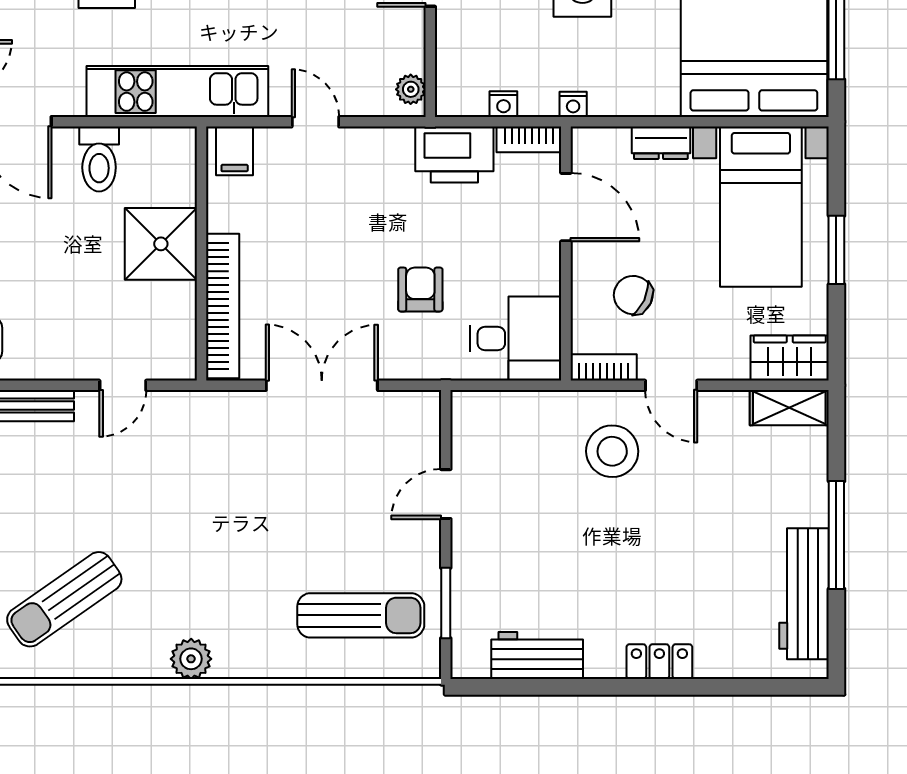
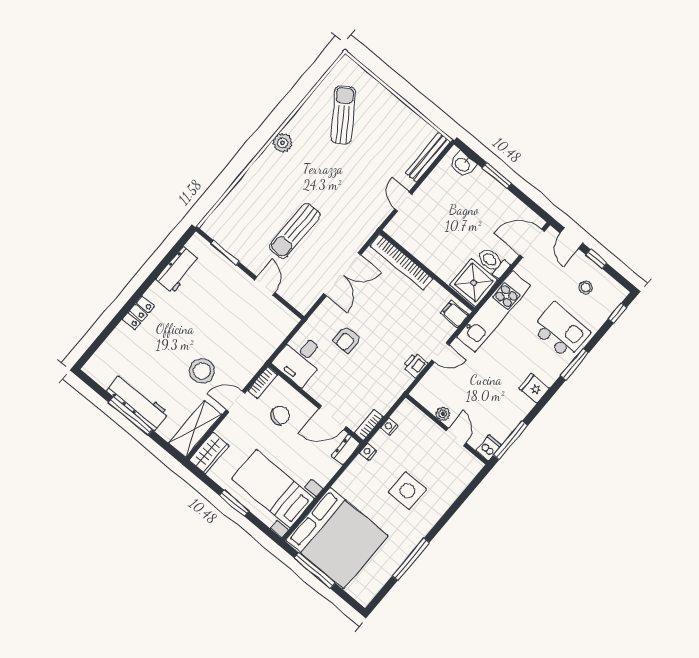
plant: (411, 89) -> (443, 414), moved
dresser: (661, 143) -> (346, 450), moved
printer: (454, 154) -> (415, 365), moved, width x0.53, depth x0.68
shower: (161, 244) -> (474, 283), moved
armchair: (420, 289) -> (347, 339), turned 90
shelving: (789, 408) -> (195, 429), width x1.50, depth x1.33
stool: (612, 451) -> (202, 371), moved
workbench: (804, 594) -> (138, 402), moved
sun lounger: (361, 615) -> (295, 231), moved

